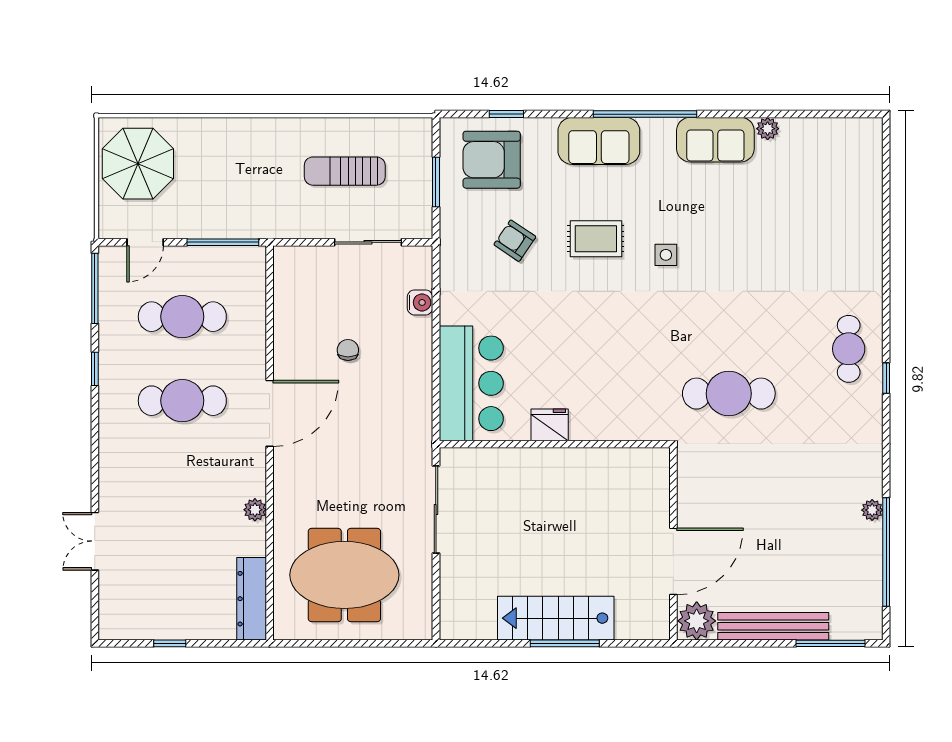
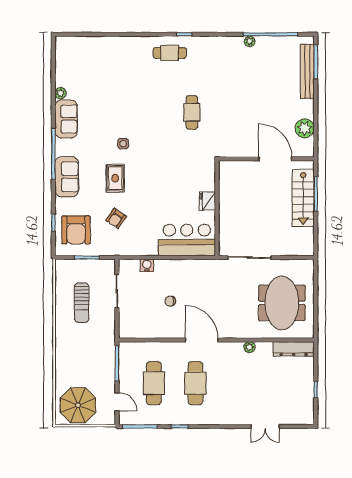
cafe table: (729, 394) -> (192, 112), width x0.73, depth x0.74
wall: (673, 544) -> (266, 159), moved
door: (673, 561) -> (275, 159), moved
bench: (773, 626) -> (307, 71), moved

